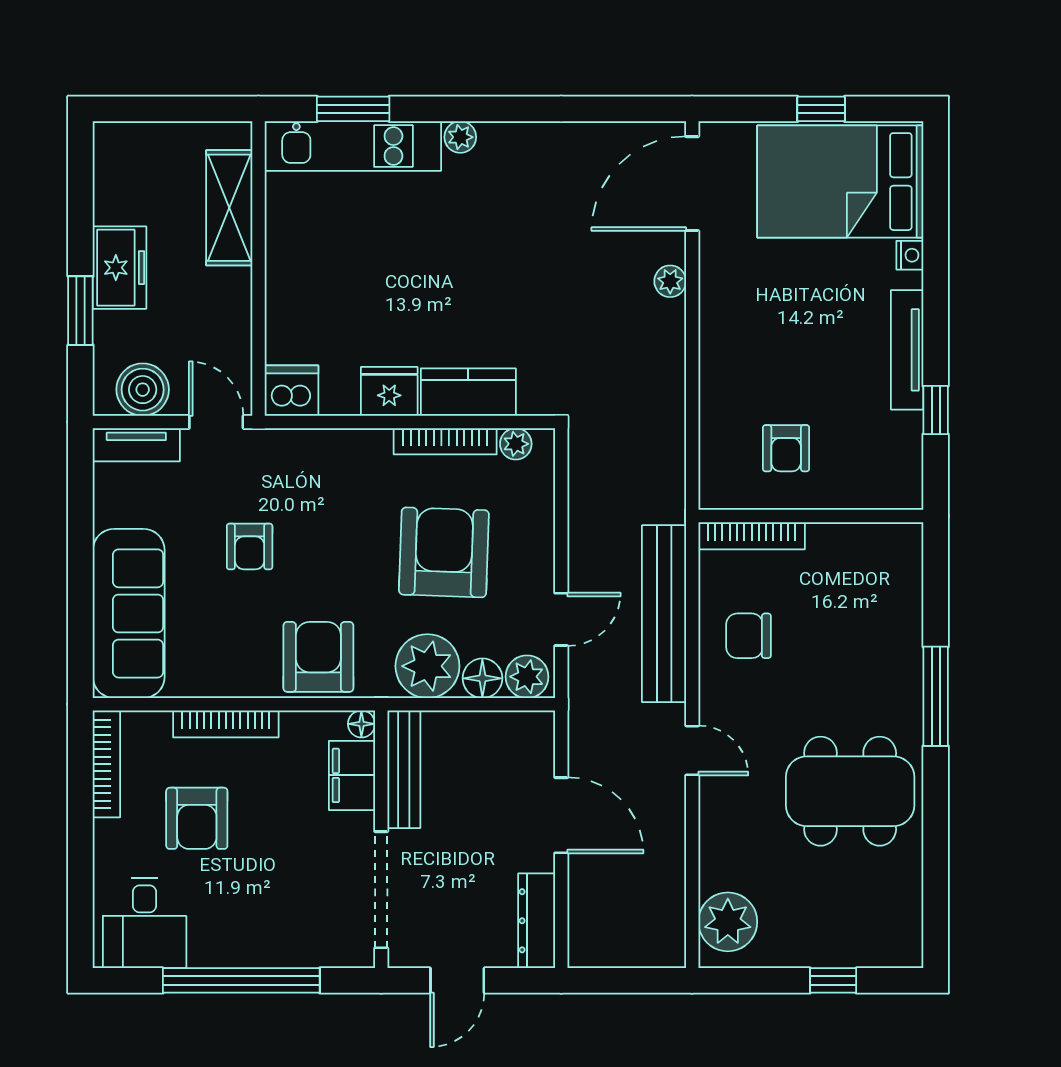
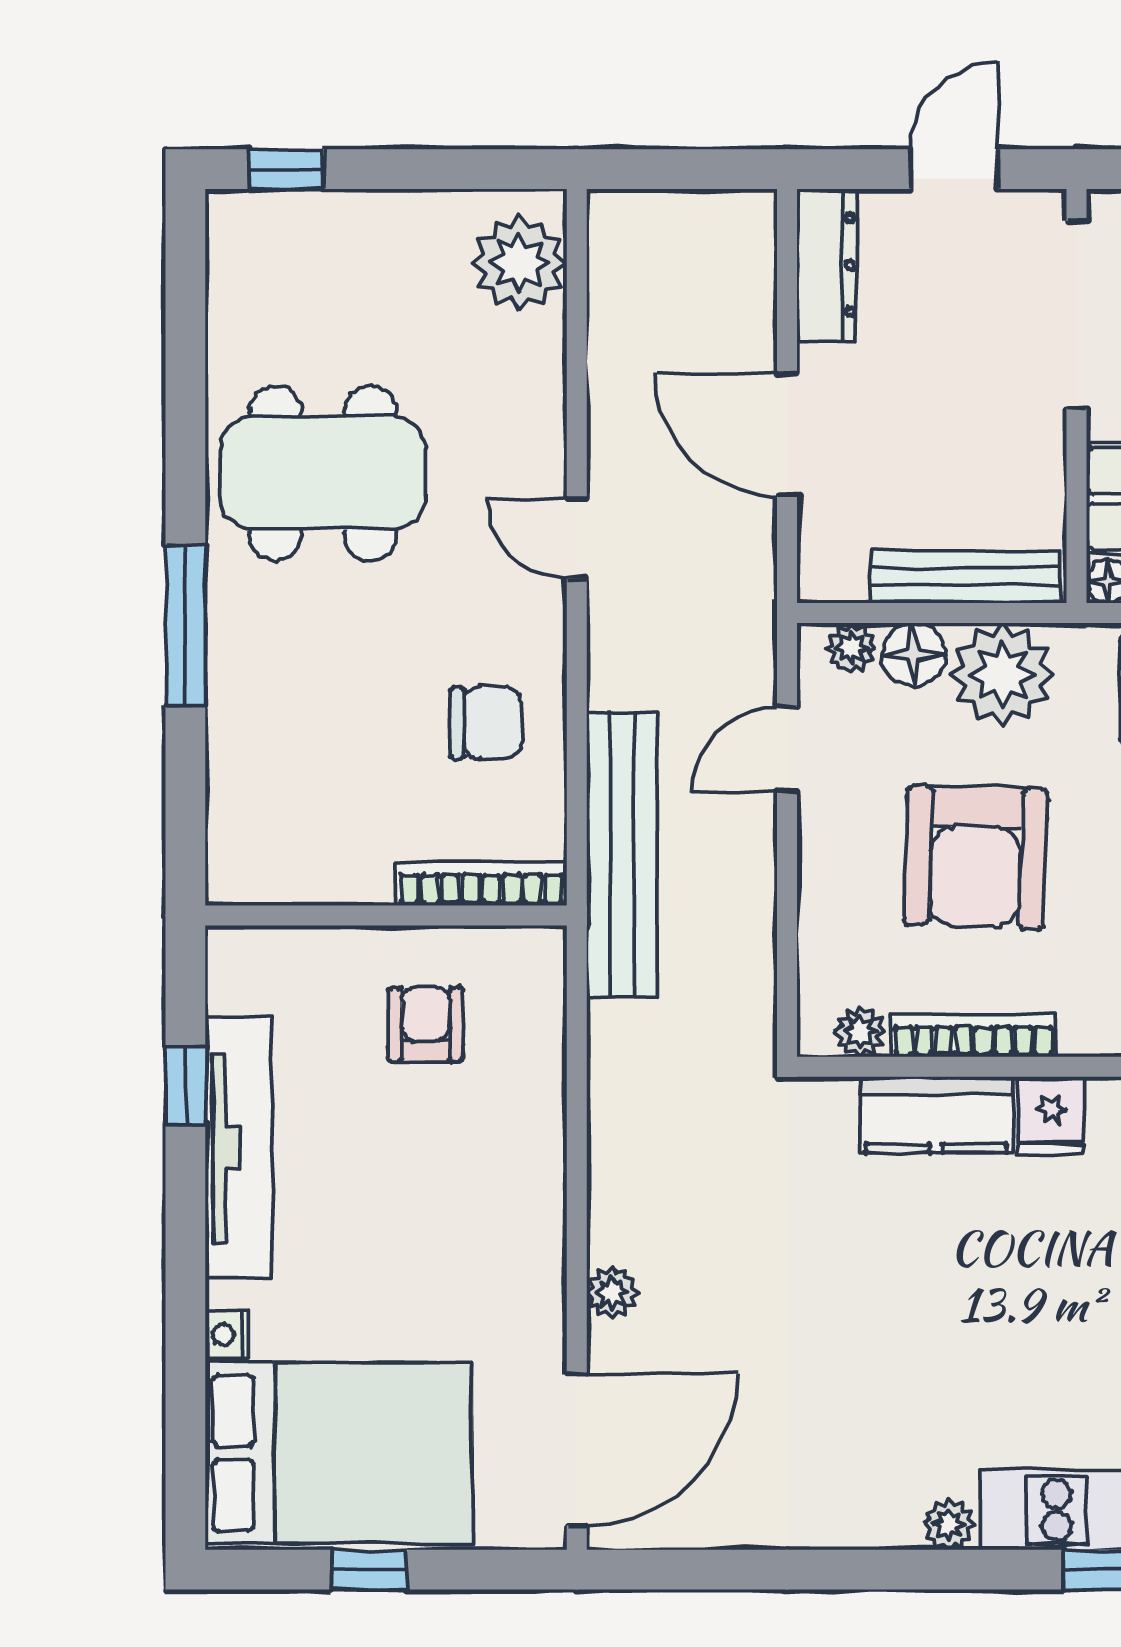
tv unit: (907, 350) -> (239, 1148), width x1.36, depth x1.29
fridge: (389, 391) -> (1051, 1116), width x0.72
bench: (664, 614) -> (622, 855), moved
plant: (527, 677) -> (852, 648), width x0.73, depth x0.73
bench: (404, 769) -> (965, 577), moved, turned 90
window: (833, 980) -> (287, 169), moved

